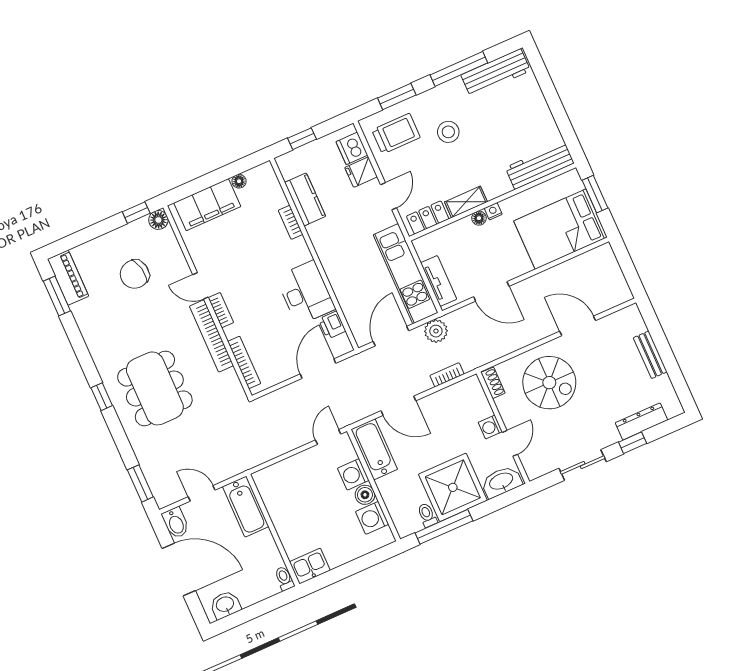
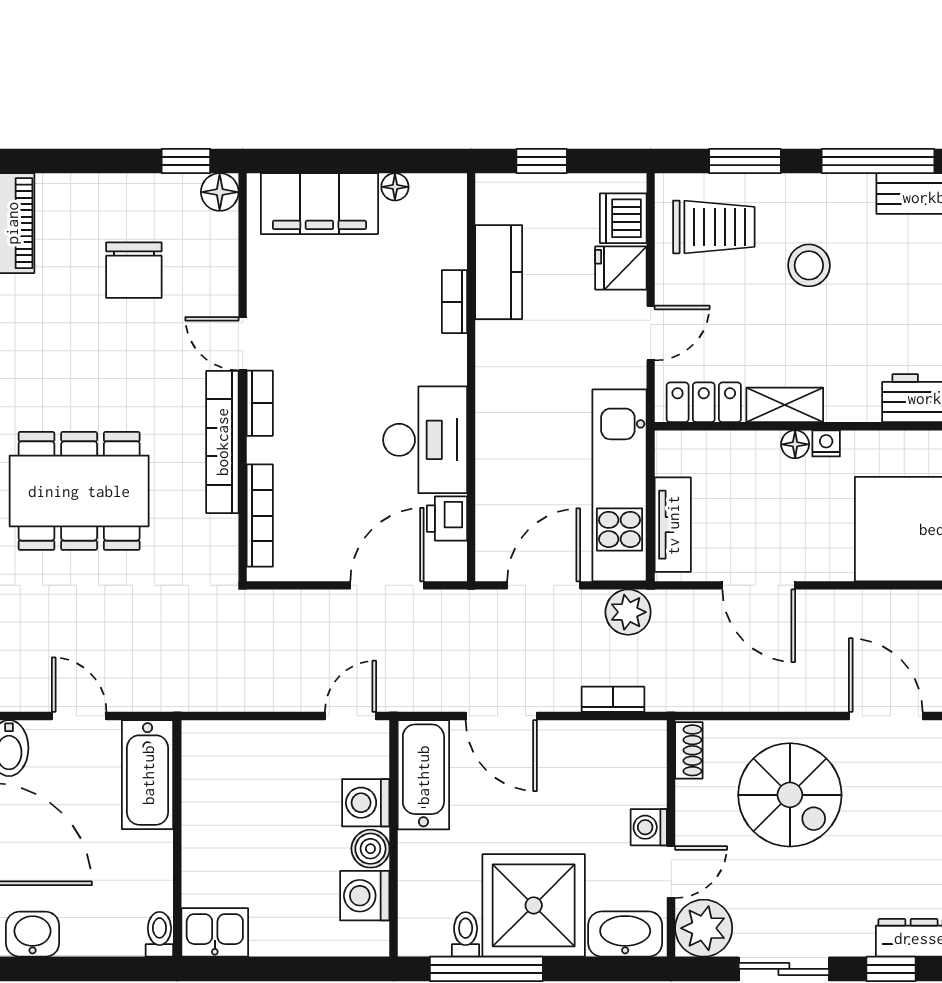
chair: (135, 274) -> (134, 270), turned -79
dining table: (155, 388) -> (79, 491), turned 90
plant: (537, 463) -> (704, 928), added

